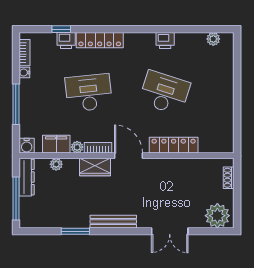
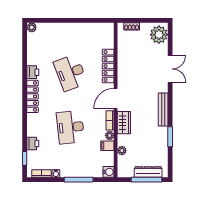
window: (61, 29) -> (25, 158), moved
plant: (213, 39) -> (32, 27), moved
locker: (100, 40) -> (32, 96), moved
desk: (164, 93) -> (70, 73), turned -39
filing cabinet: (56, 144) -> (107, 146), width x0.50
dresser: (27, 177) -> (148, 172), moved

